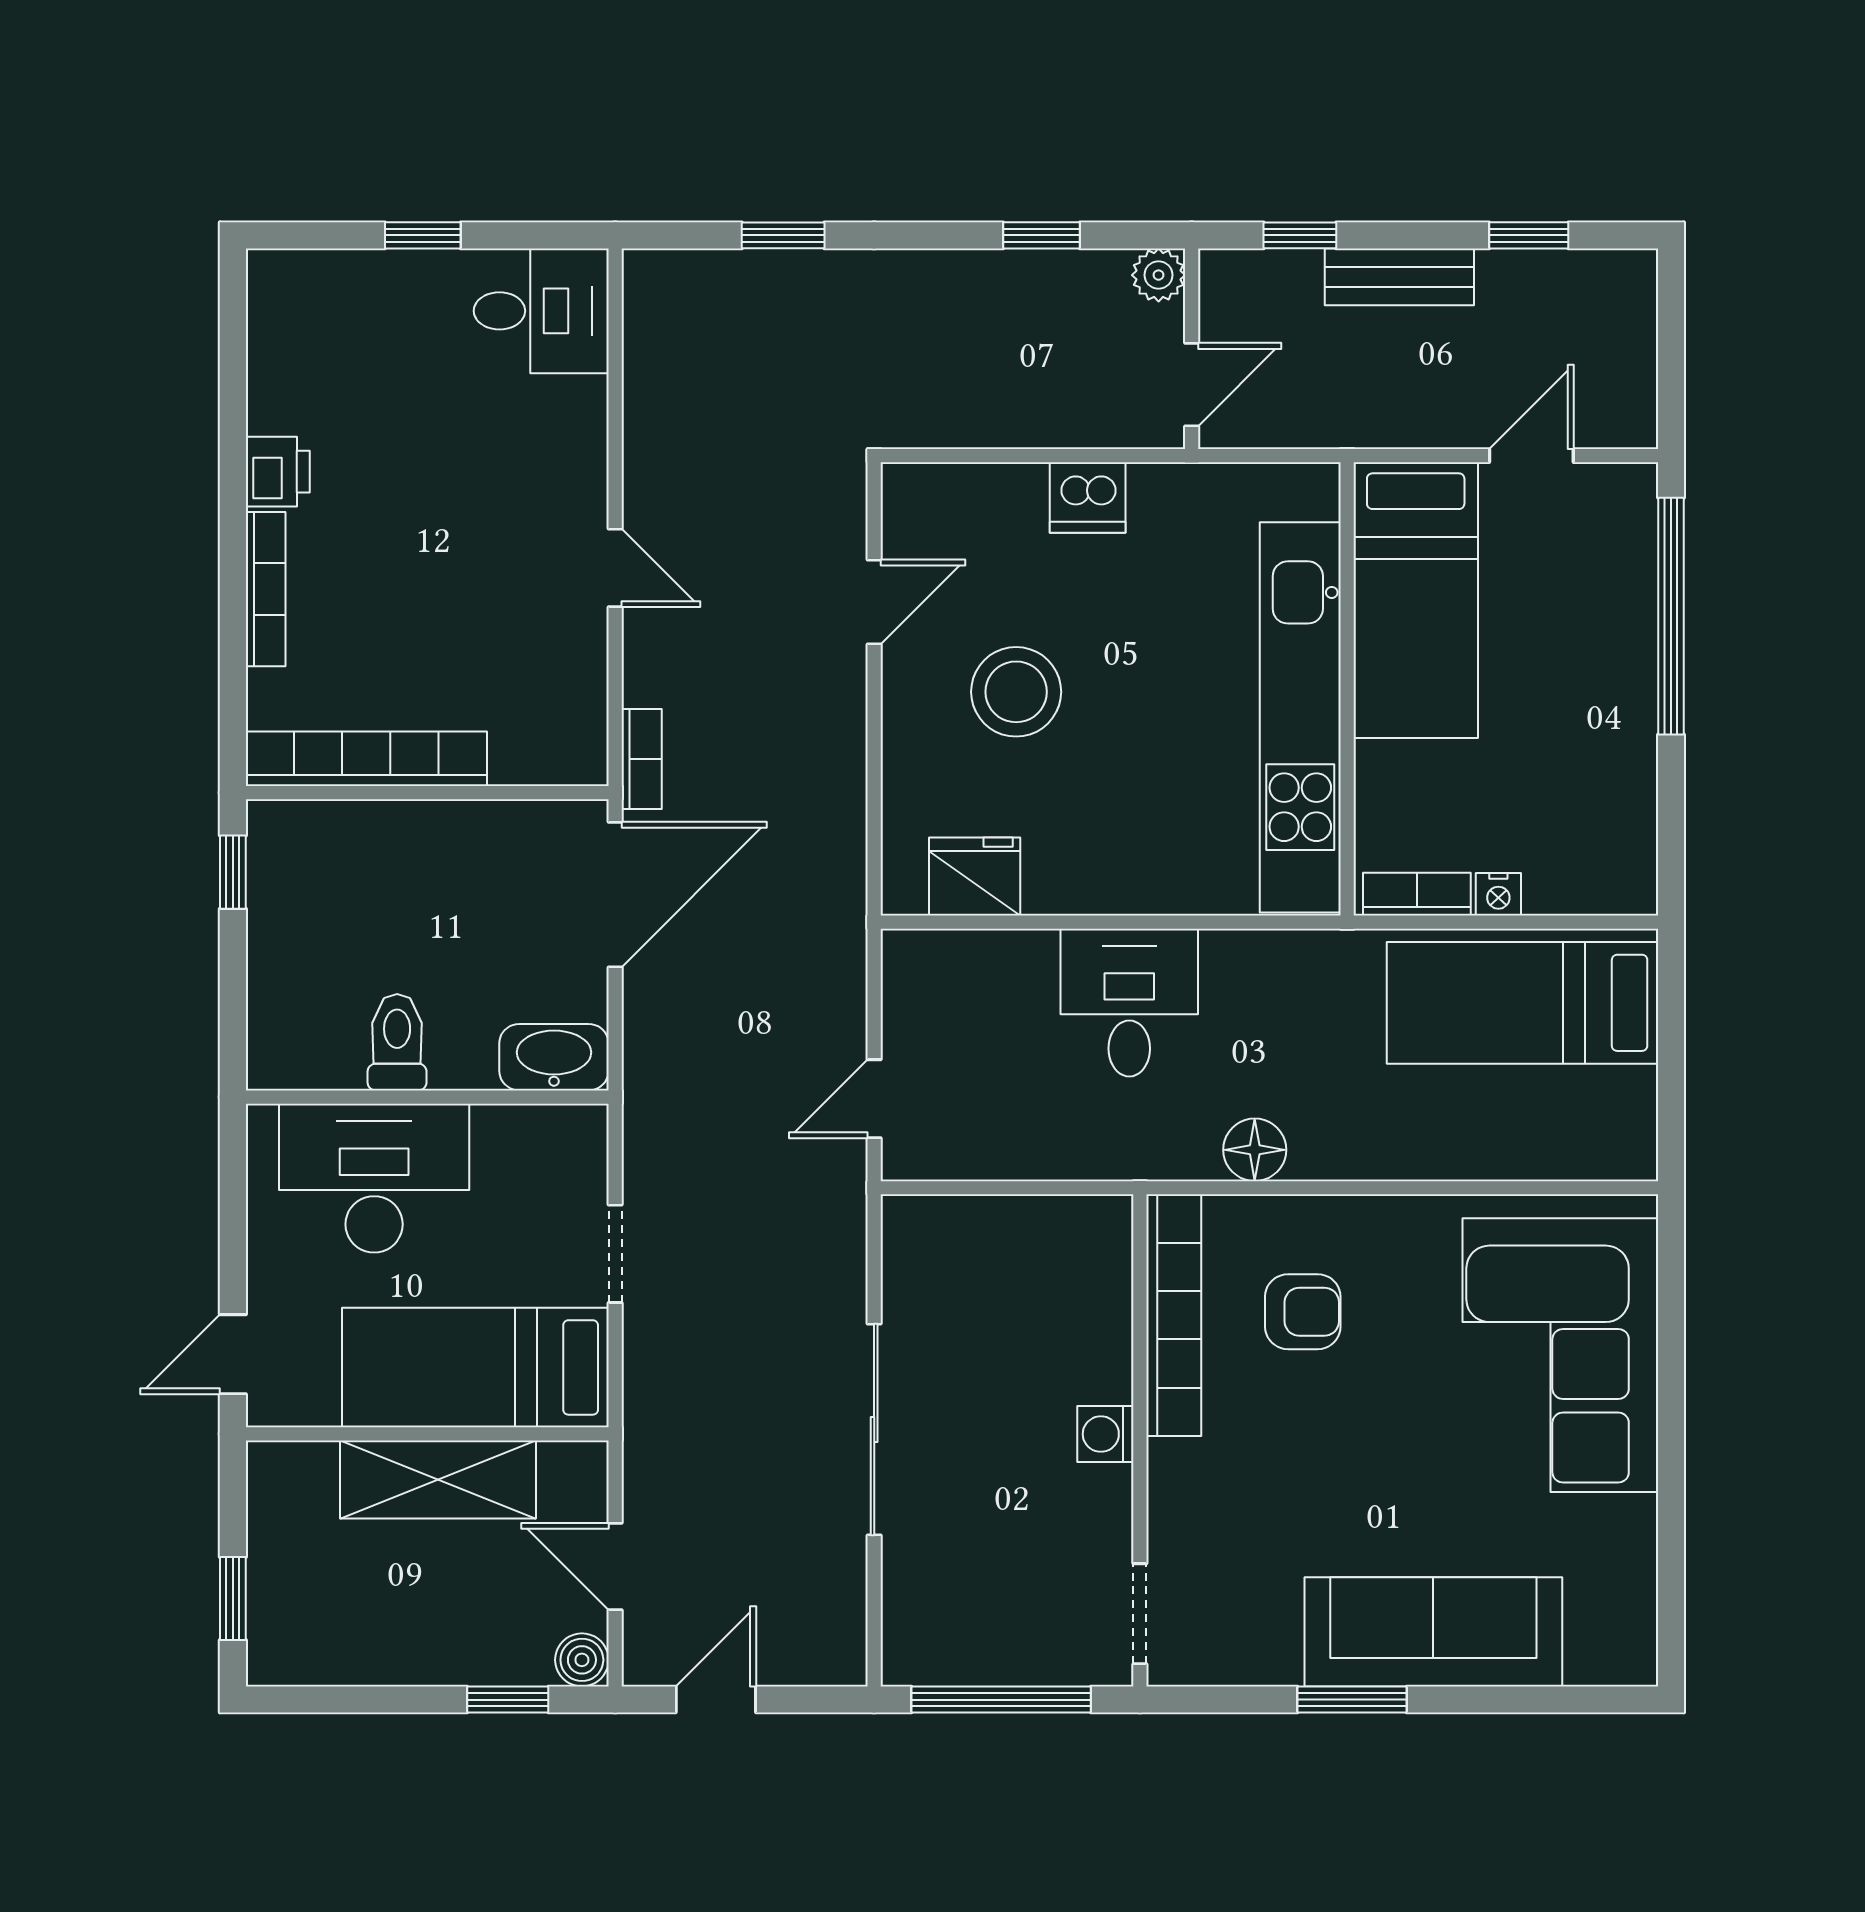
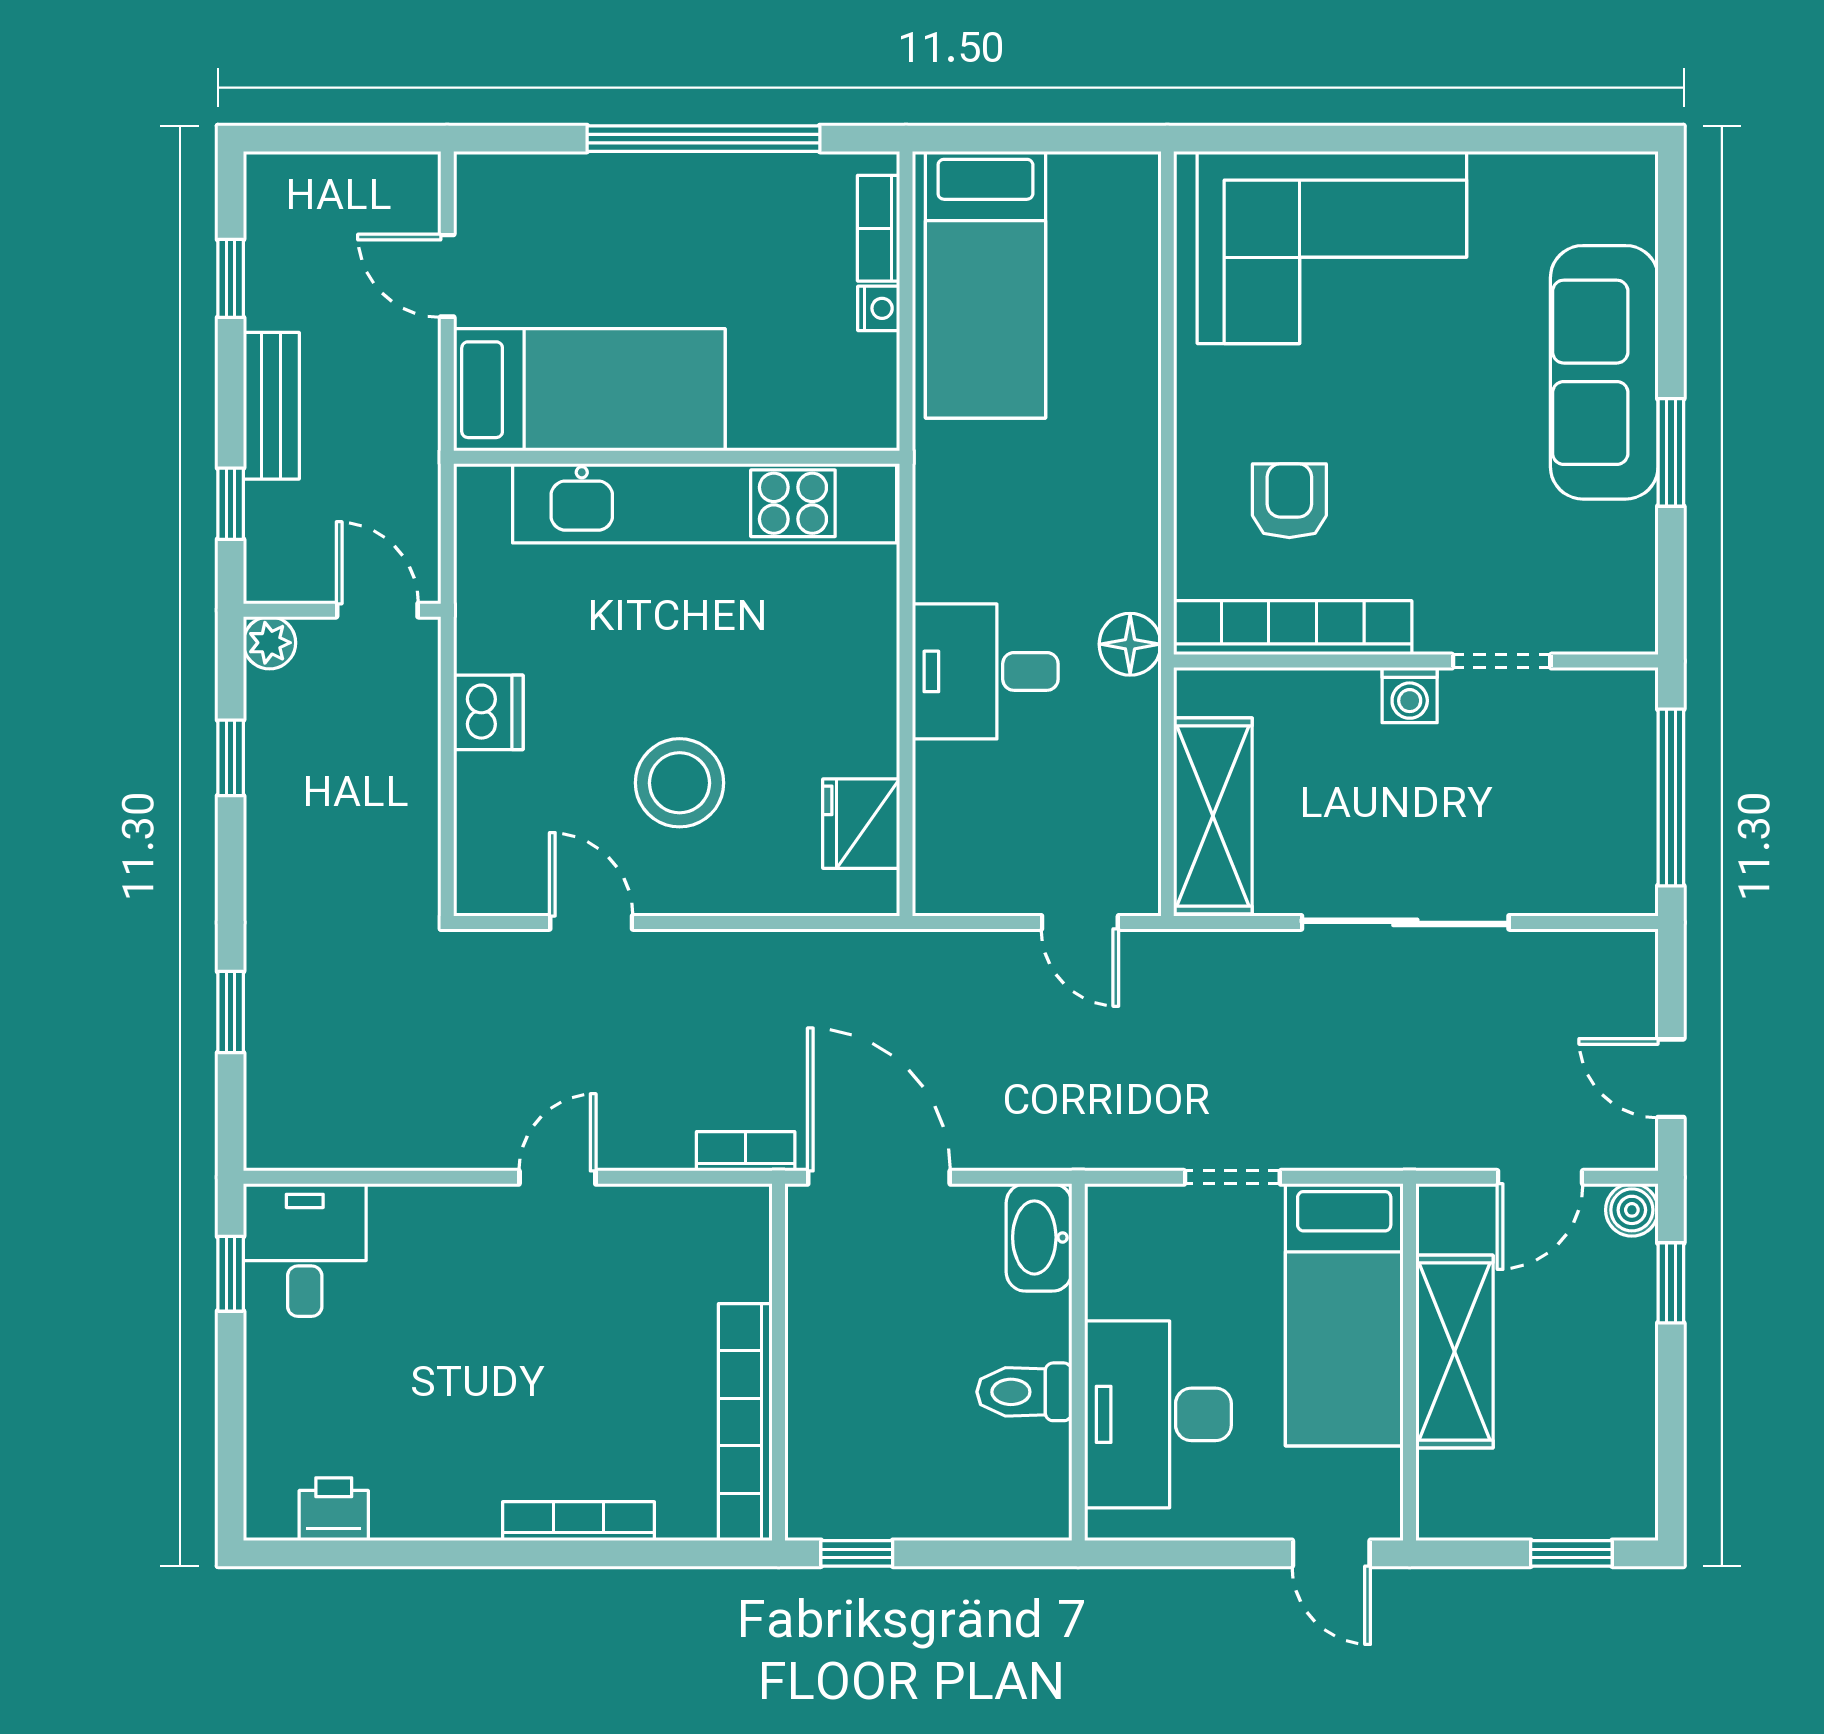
window: (423, 235) -> (231, 1274), moved
printer: (278, 472) -> (334, 1509), moved
window: (1671, 616) -> (703, 139), moved
bookcase: (1417, 894) -> (879, 228), moved
floor lamp: (1255, 1150) -> (1130, 644), moved
shelving: (982, 1234) -> (1213, 816), added
doorway: (1140, 1614) -> (1502, 661), moved

